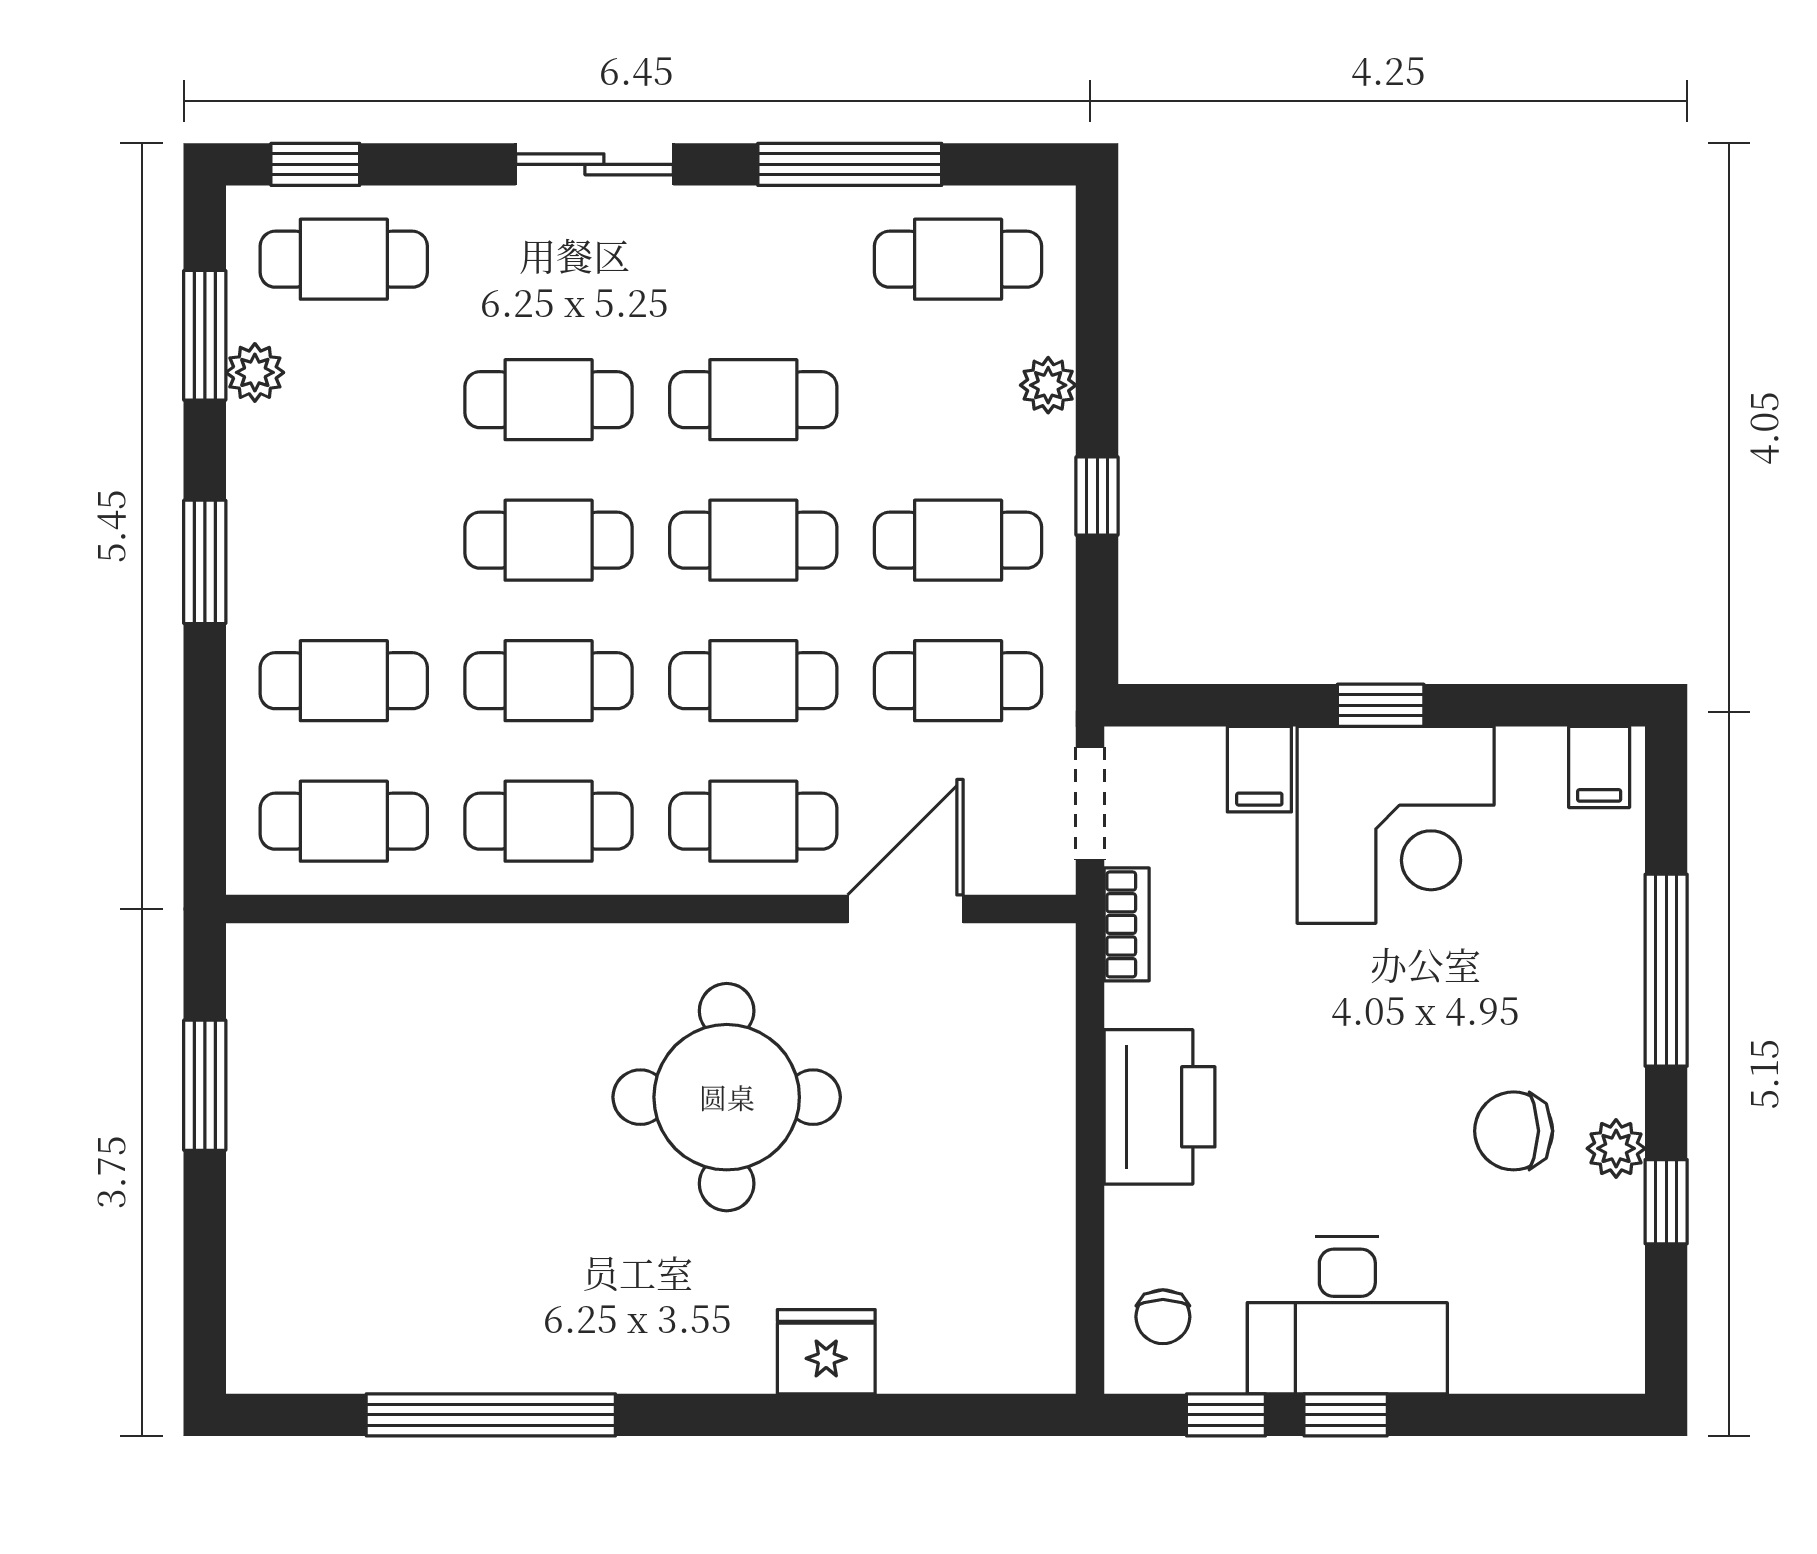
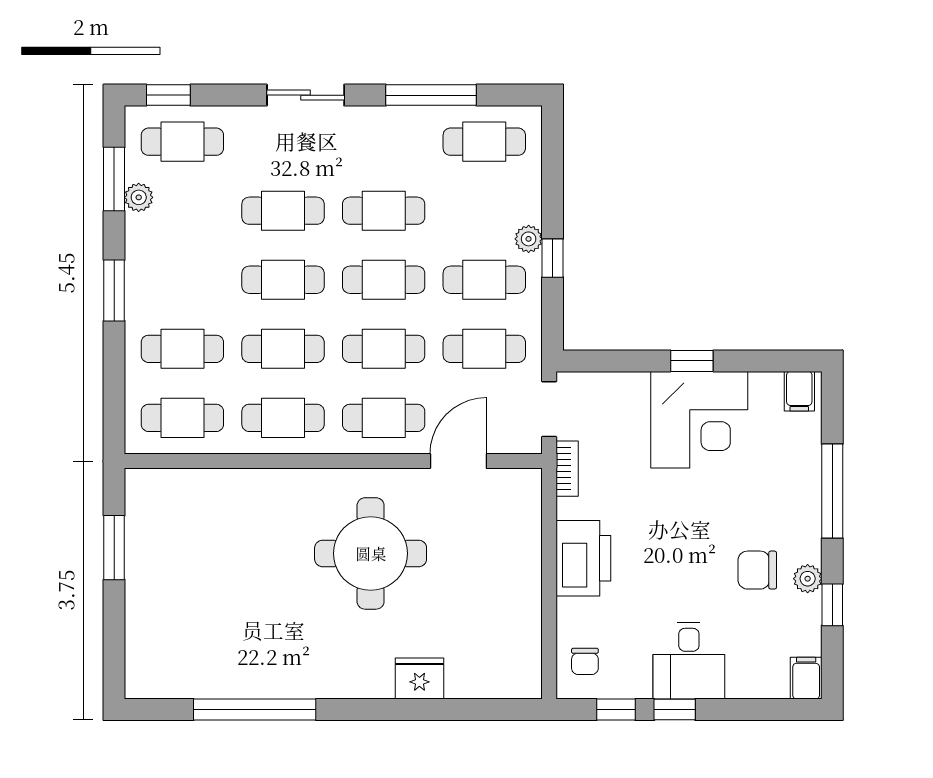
plant: (1048, 385) -> (529, 239), moved
filing cabinet: (1259, 769) -> (806, 678), moved, turned 180
desk: (1347, 1315) -> (689, 661), width x0.73

